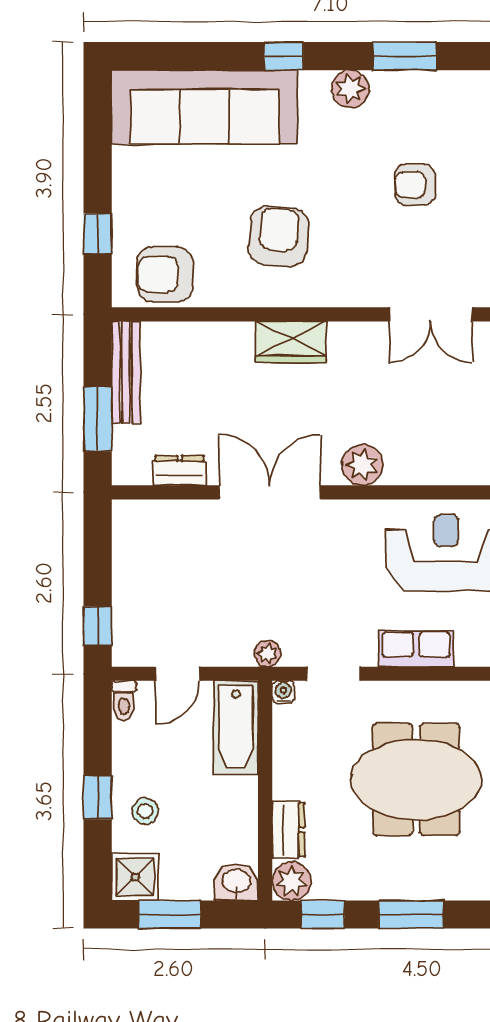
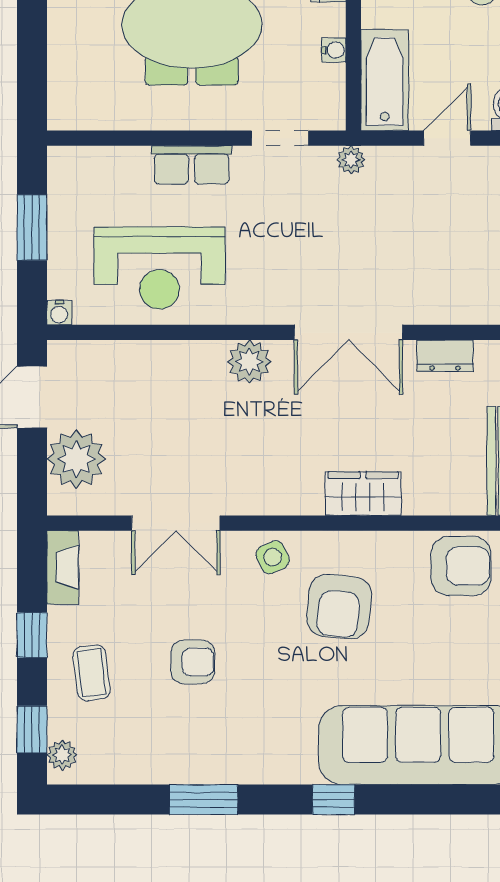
plant: (350, 89) -> (262, 764), removed
side table: (340, 282) -> (273, 557), added
double door: (431, 314) -> (176, 523), swing flipped
wardrobe: (291, 342) -> (363, 494), moved
water cooler: (283, 692) -> (334, 50), moved, turned -90

